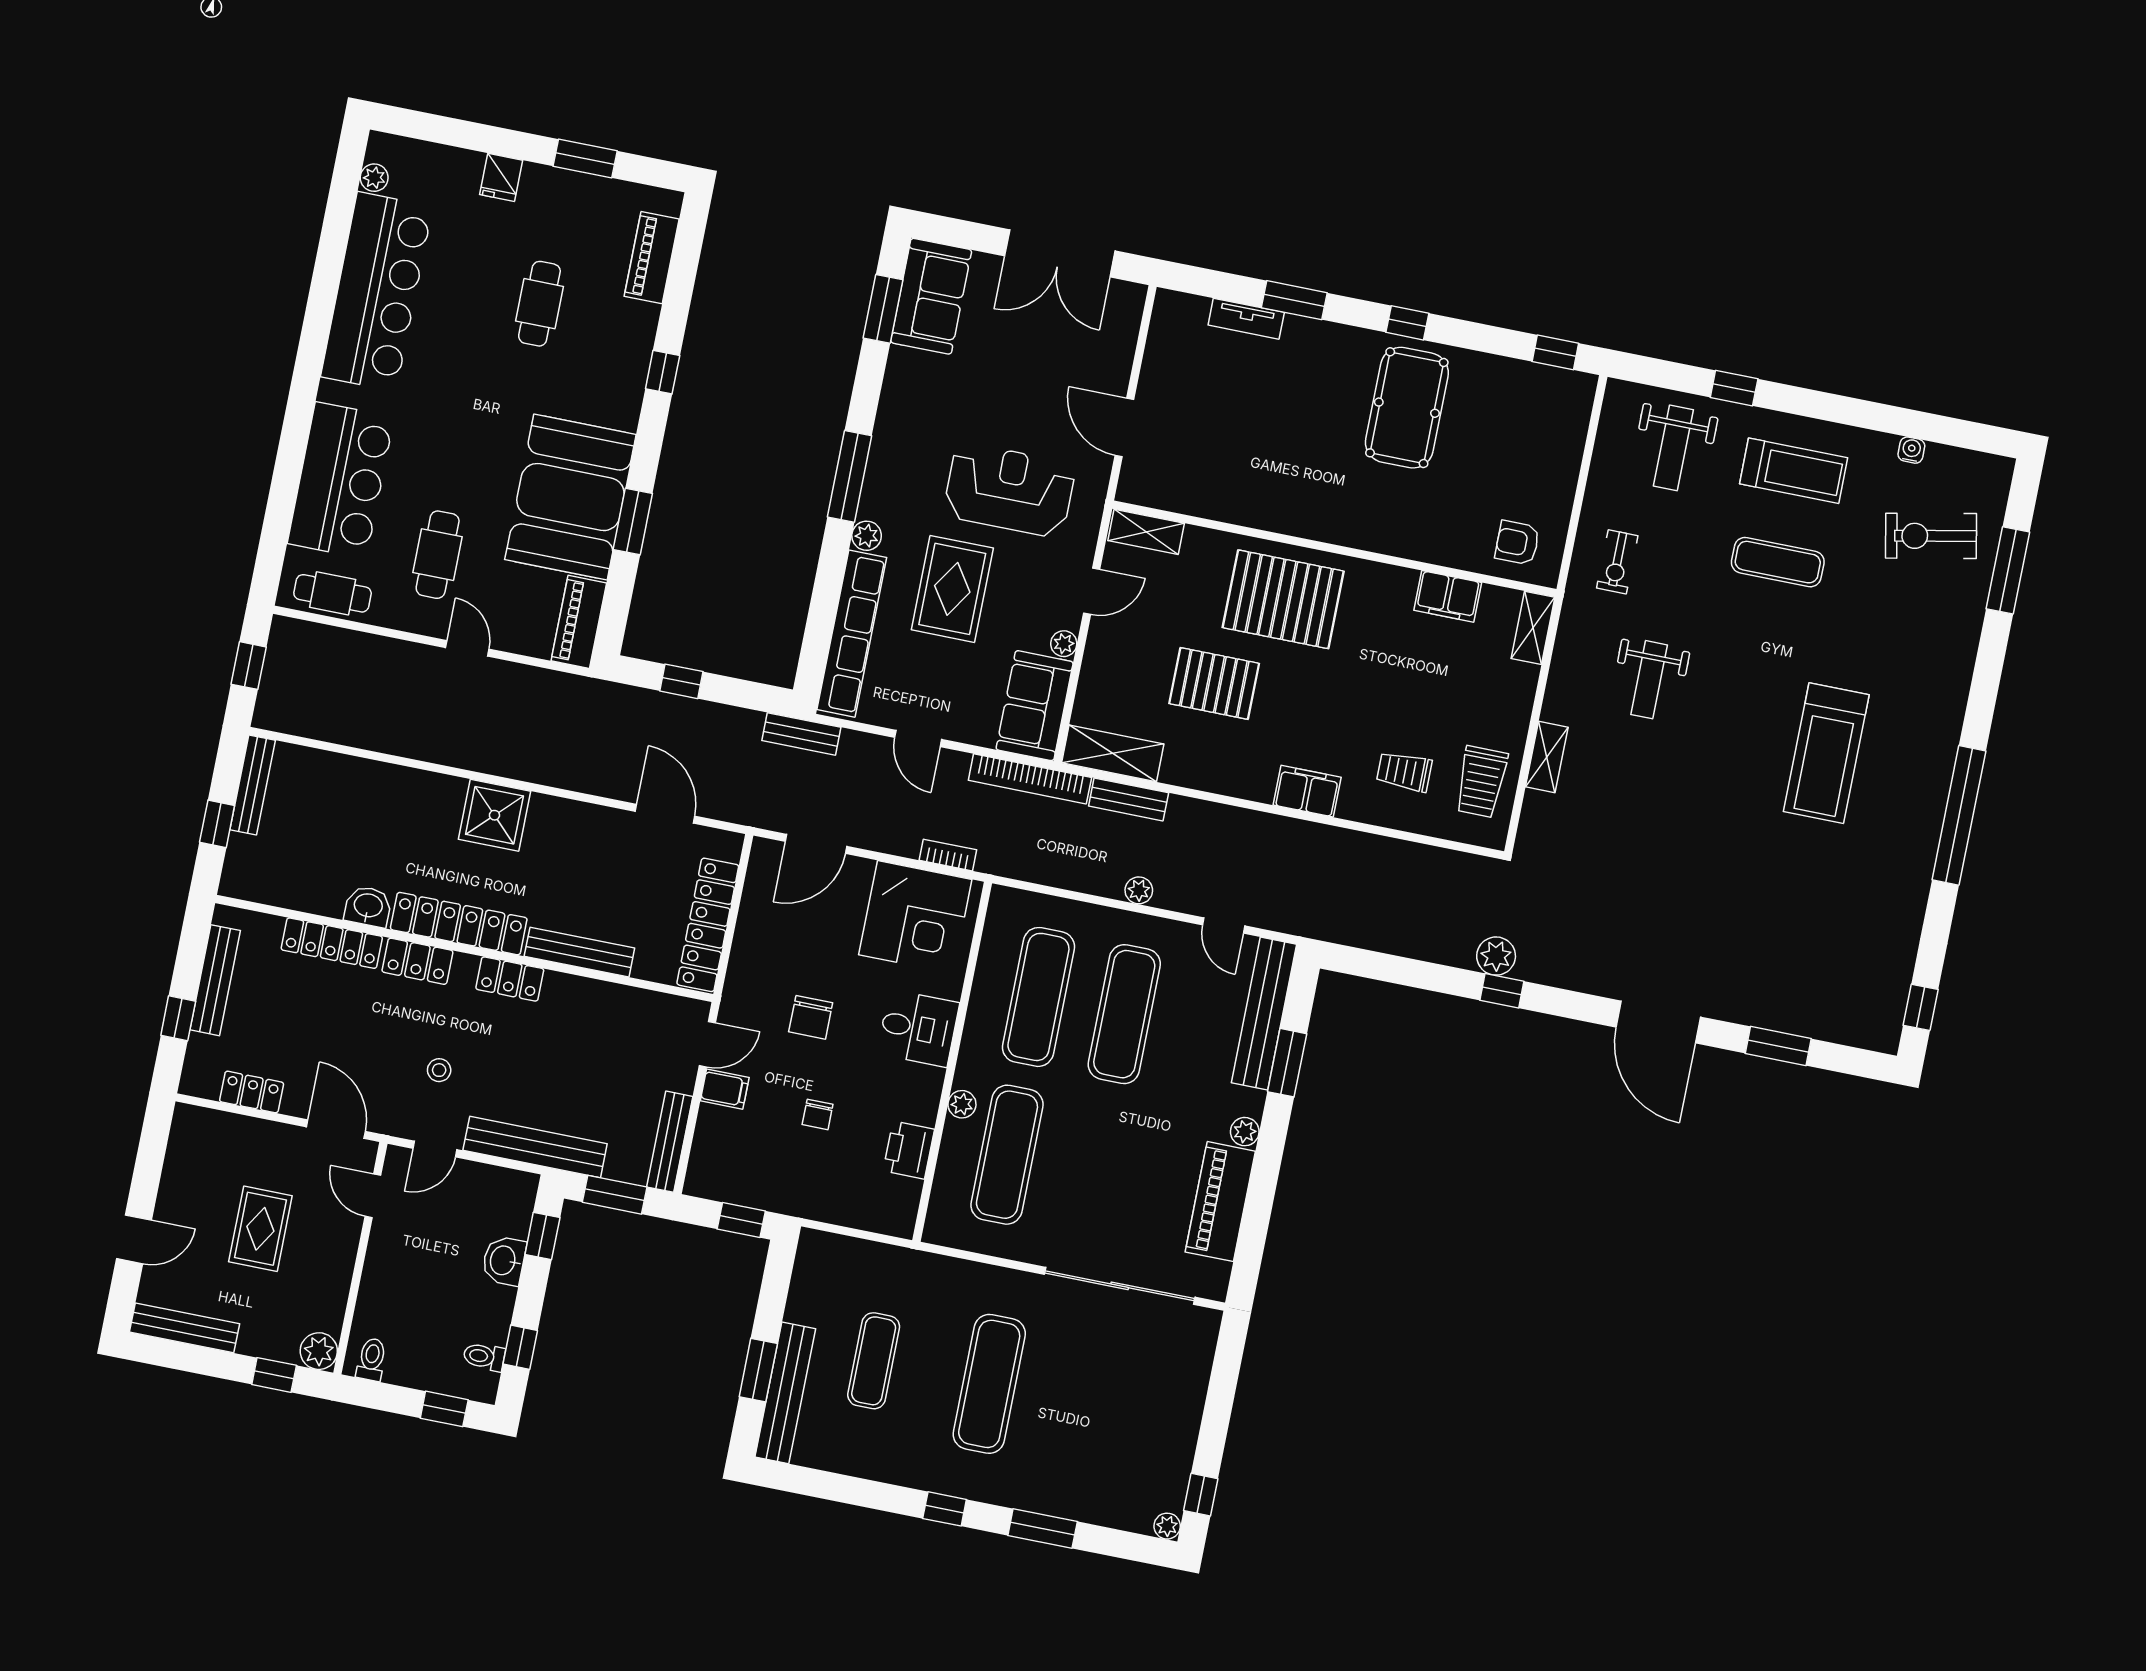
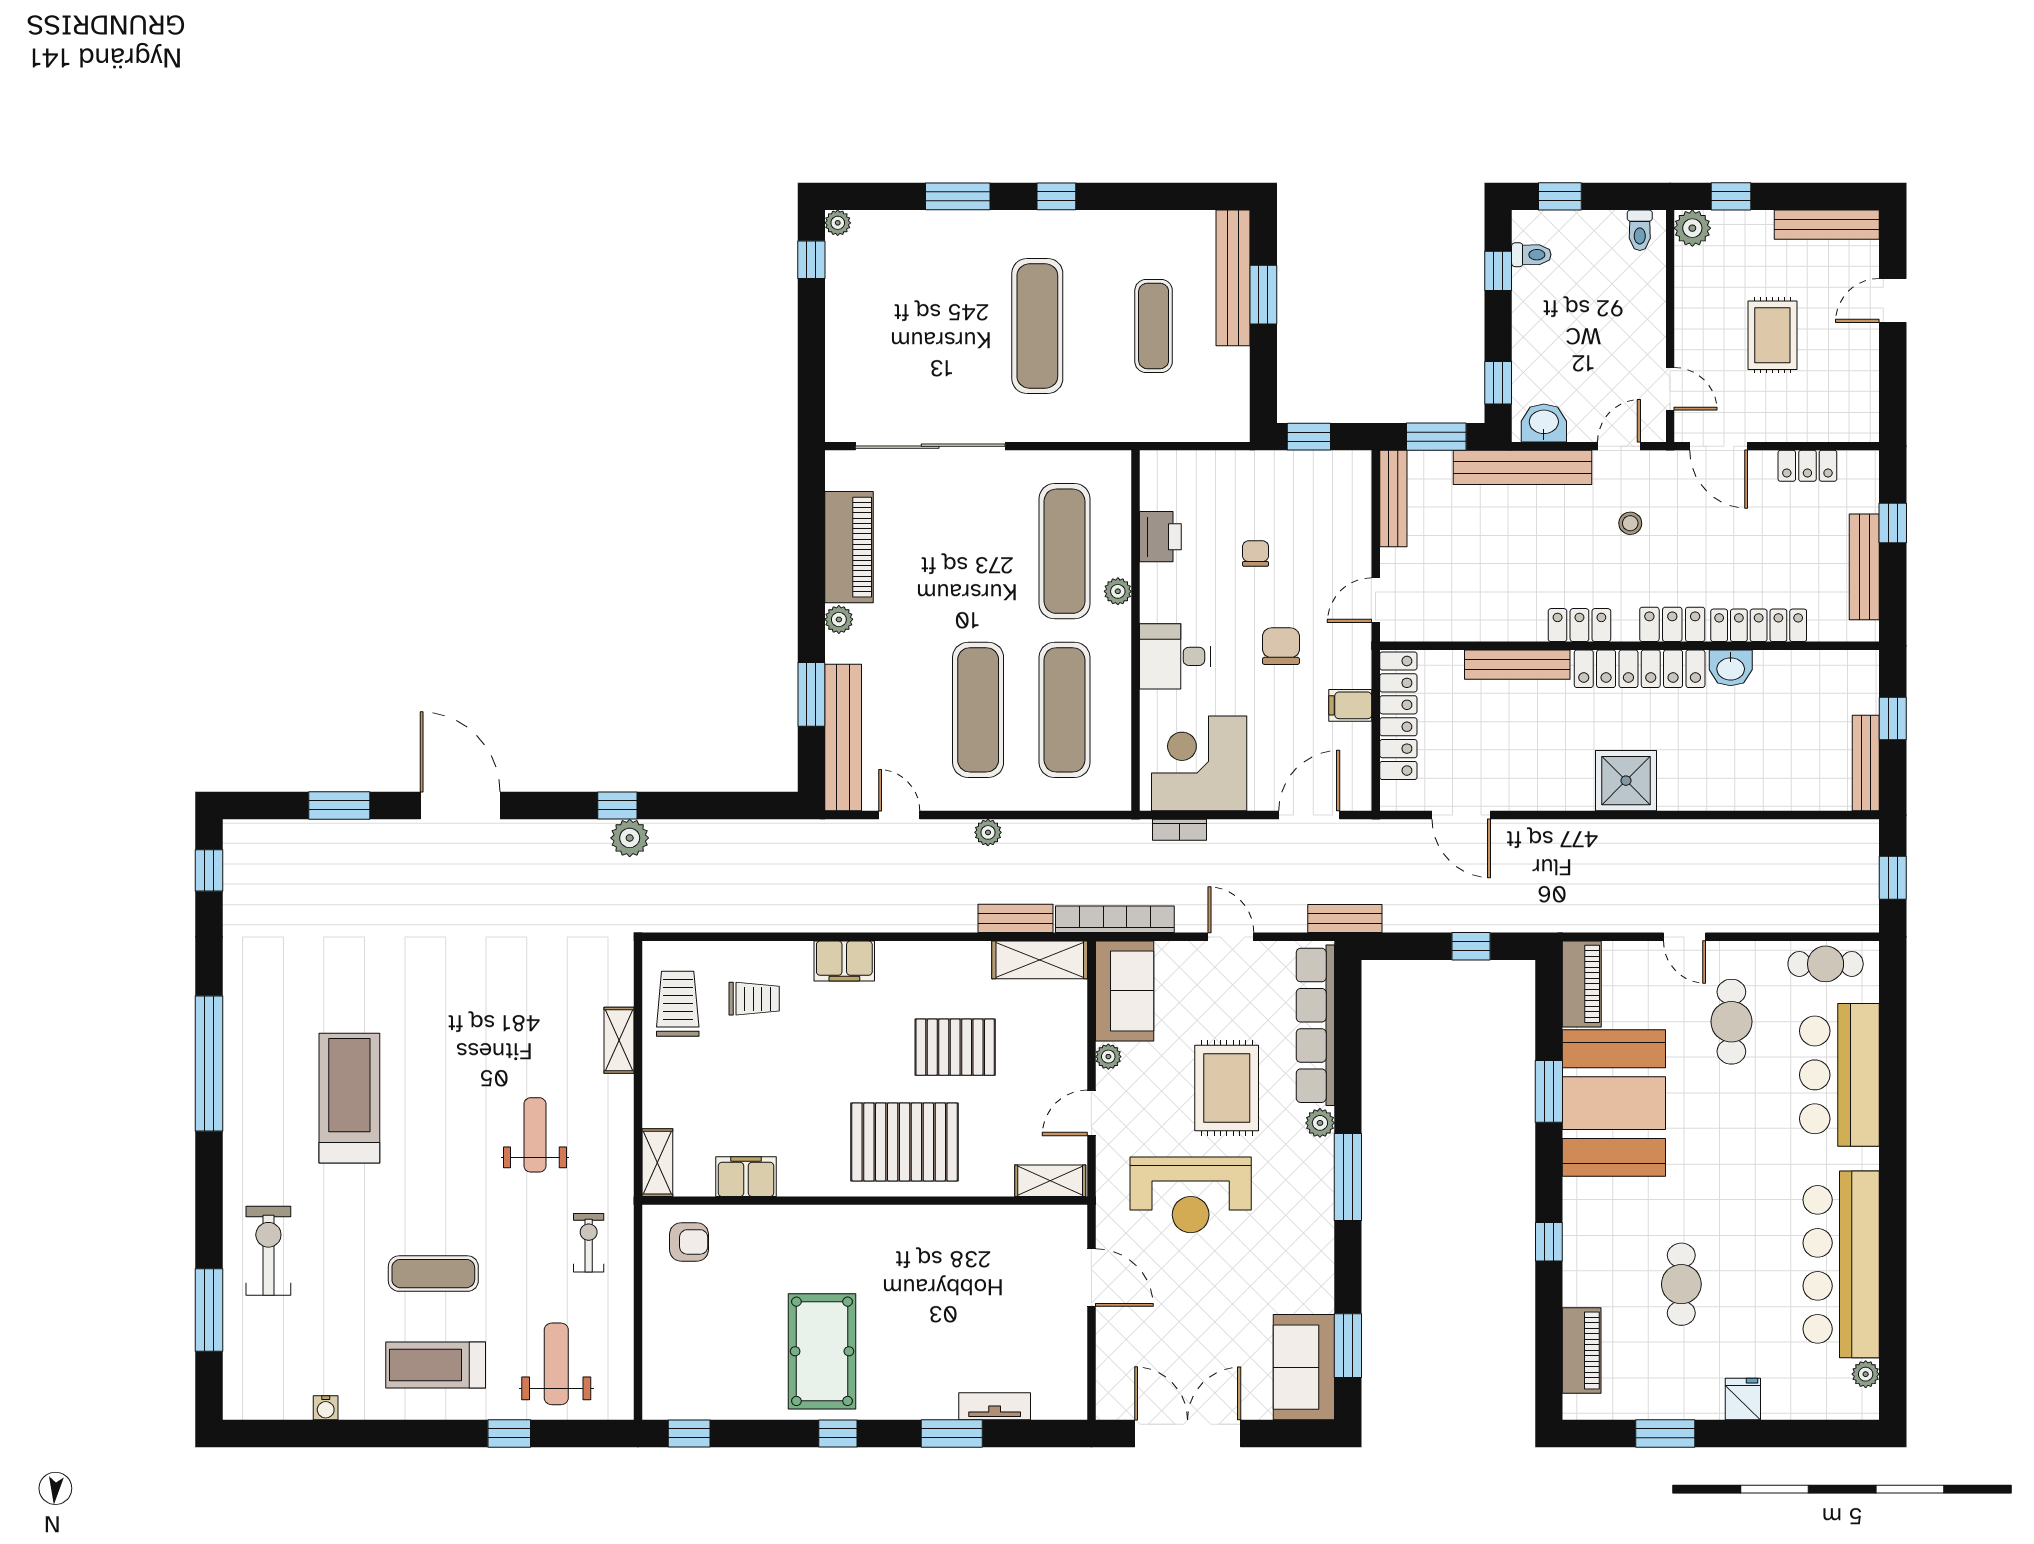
exercise bike: (1931, 536) -> (268, 1251), moved, turned -79
filing cabinet: (725, 1089) -> (1350, 705), moved
washbasin: (504, 1261) -> (1544, 423), moved, turned -90

